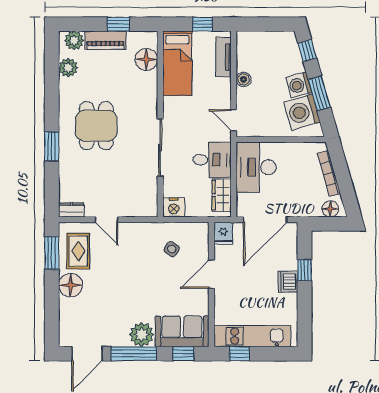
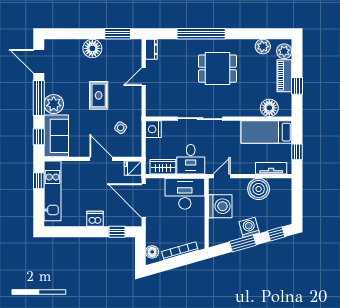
boiler: (244, 79) -> (259, 189), width x1.86, depth x1.86
washing machine: (302, 112) -> (220, 206), moved, turned 106
window: (52, 146) -> (201, 34), width x2.11
rug: (78, 251) -> (99, 95), moved, turned 90
window: (305, 270) -> (117, 232), moved

